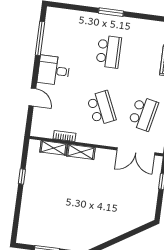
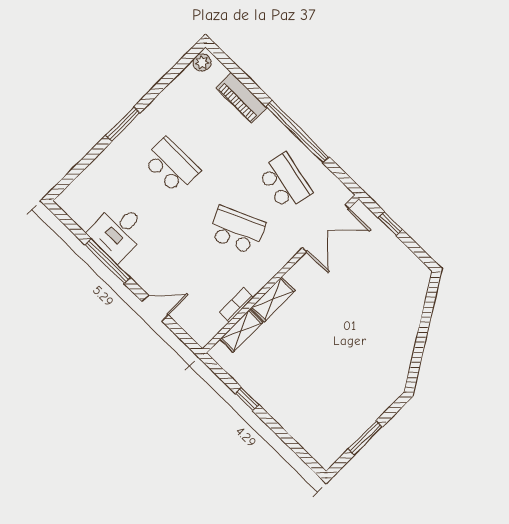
window: (40, 38) -> (108, 261), moved
desk: (54, 70) -> (118, 232), moved

